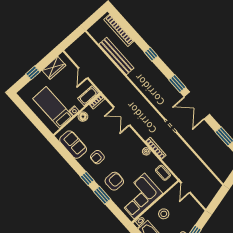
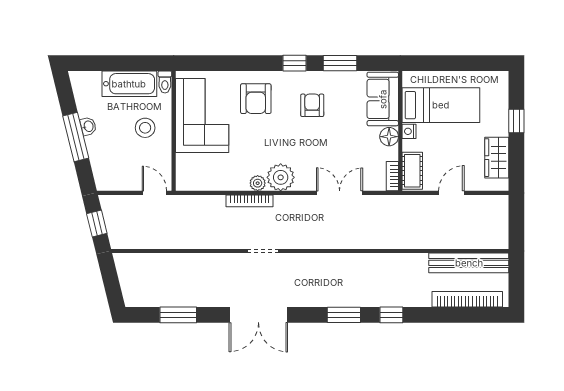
bench: (116, 56) -> (469, 263), moved
door: (83, 73) -> (451, 193), hinge flipped
window: (177, 84) -> (344, 315), moved
double door: (197, 106) -> (258, 315), swing flipped
plant: (136, 144) -> (281, 177), added
sofa: (73, 145) -> (383, 99), moved, turned 90
coffee table: (163, 173) -> (205, 180), removed
window: (102, 195) -> (340, 63), moved
window: (217, 199) -> (97, 224), added

